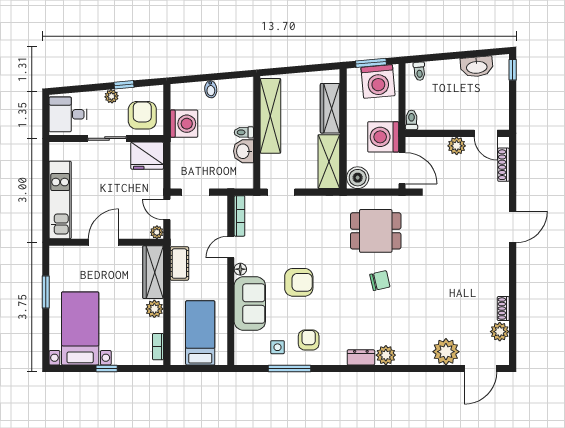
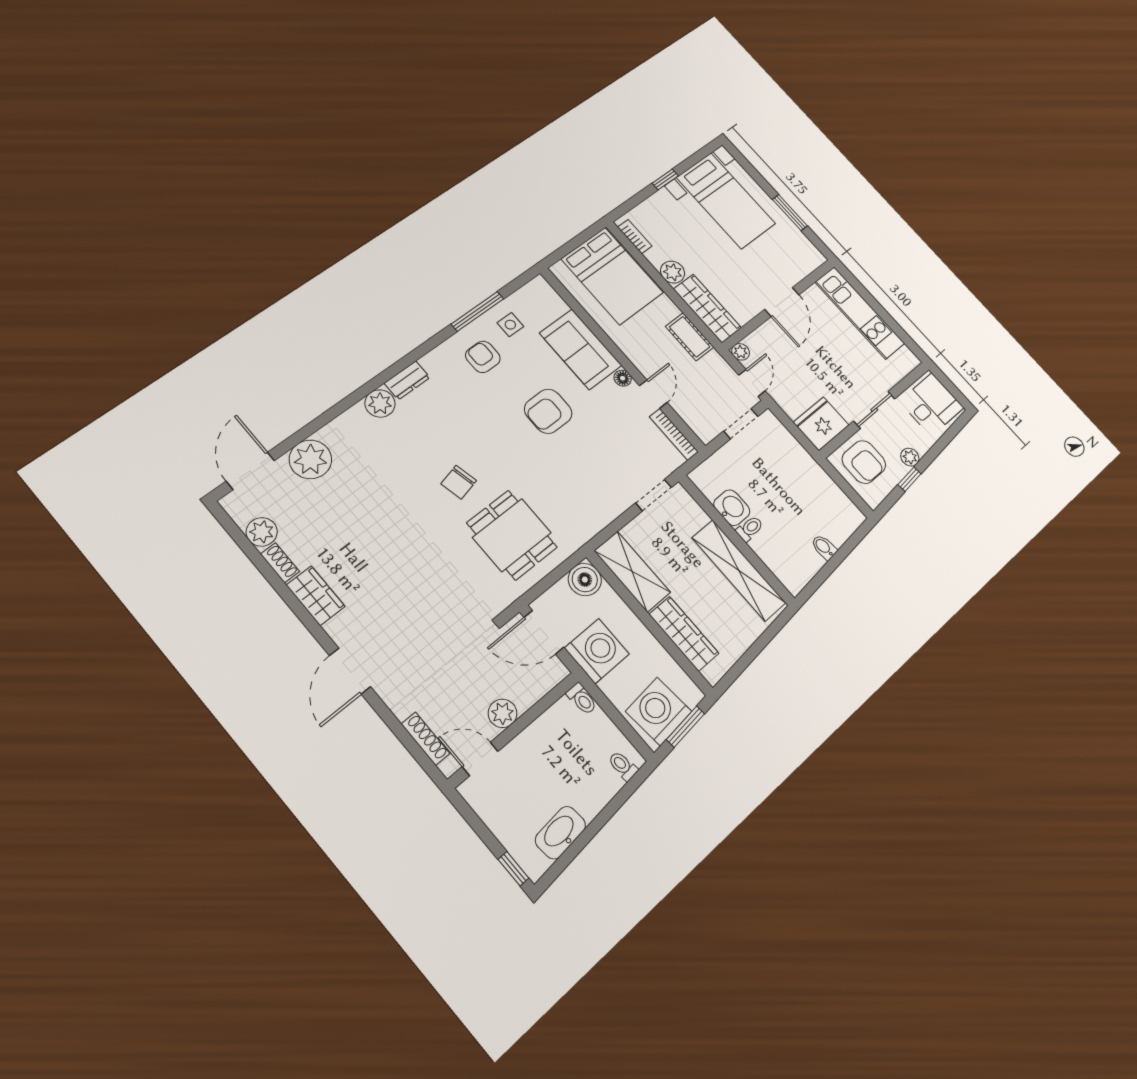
washing machine: (184, 124) -> (817, 487), removed
door: (167, 210) -> (752, 383), hinge flipped
dining table: (376, 231) -> (512, 535), turned 90
wardrobe: (499, 278) -> (316, 596), added
bed: (200, 333) -> (612, 276), width x1.50
armchair: (309, 340) -> (483, 357), turned 180

